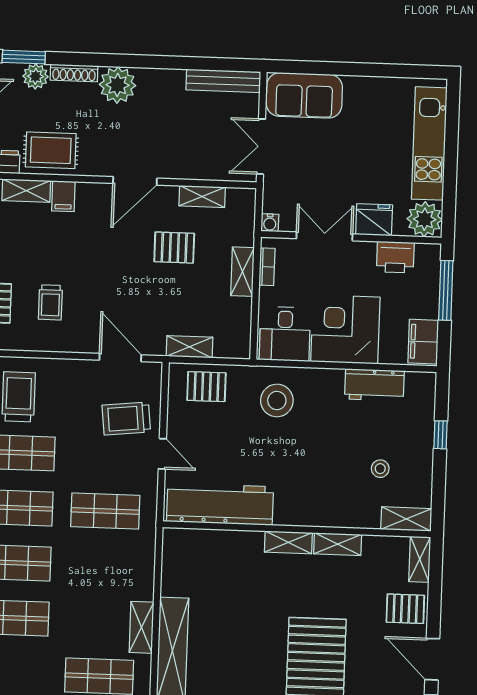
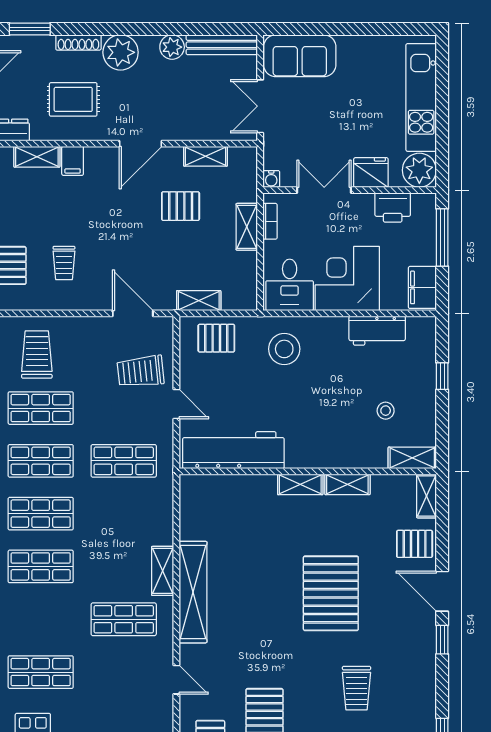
plant: (35, 76) -> (172, 47), moved
rug: (51, 150) -> (73, 99), moved

